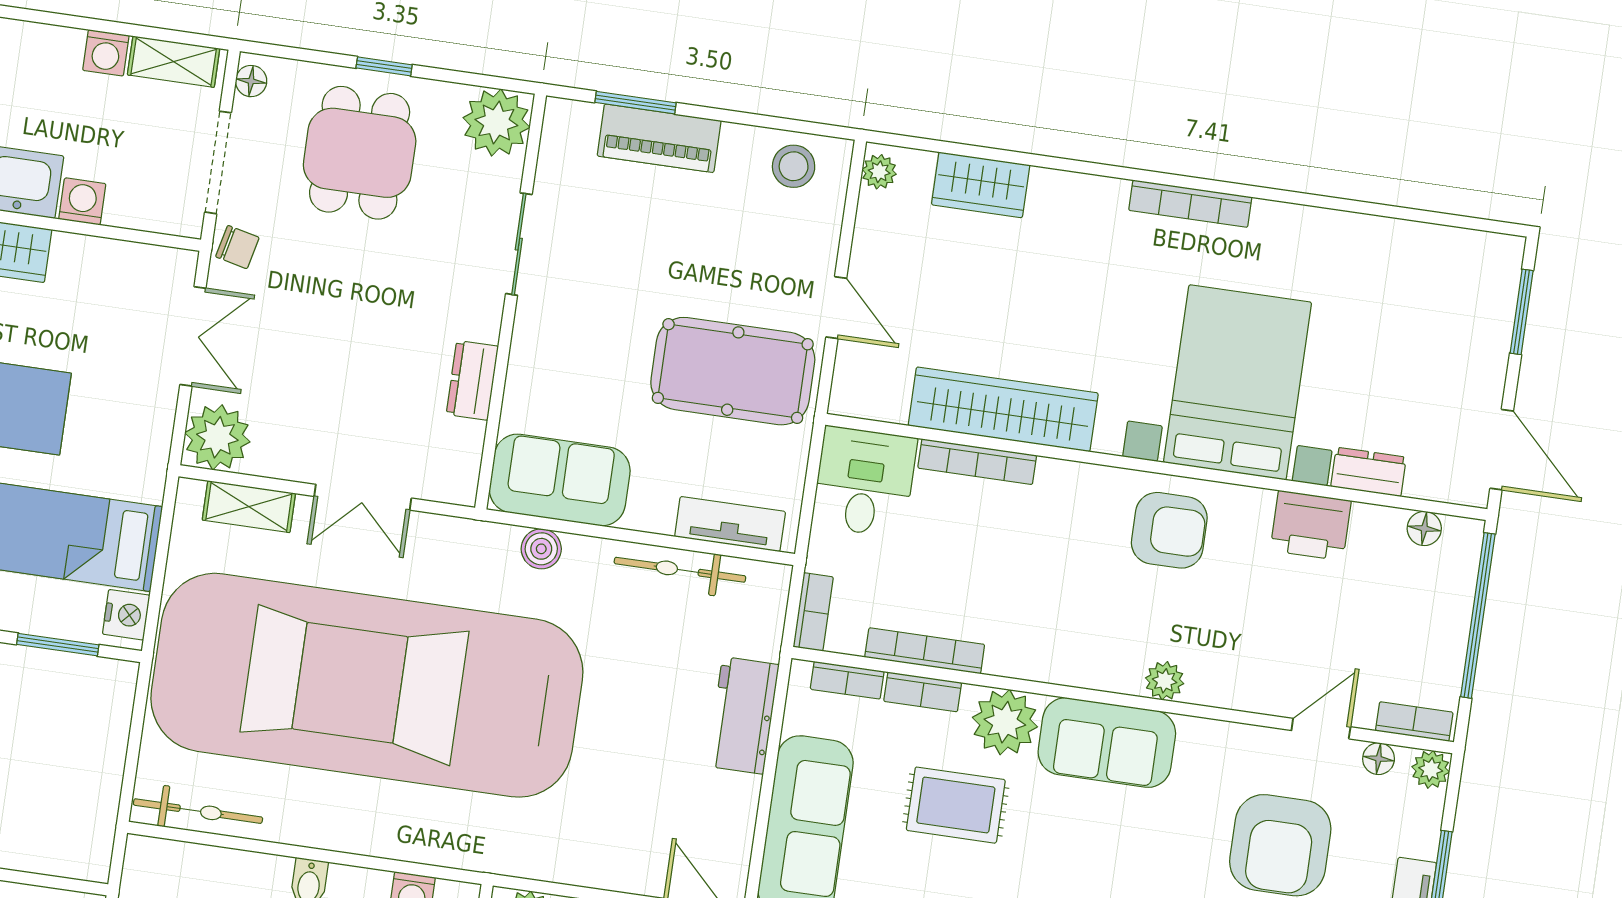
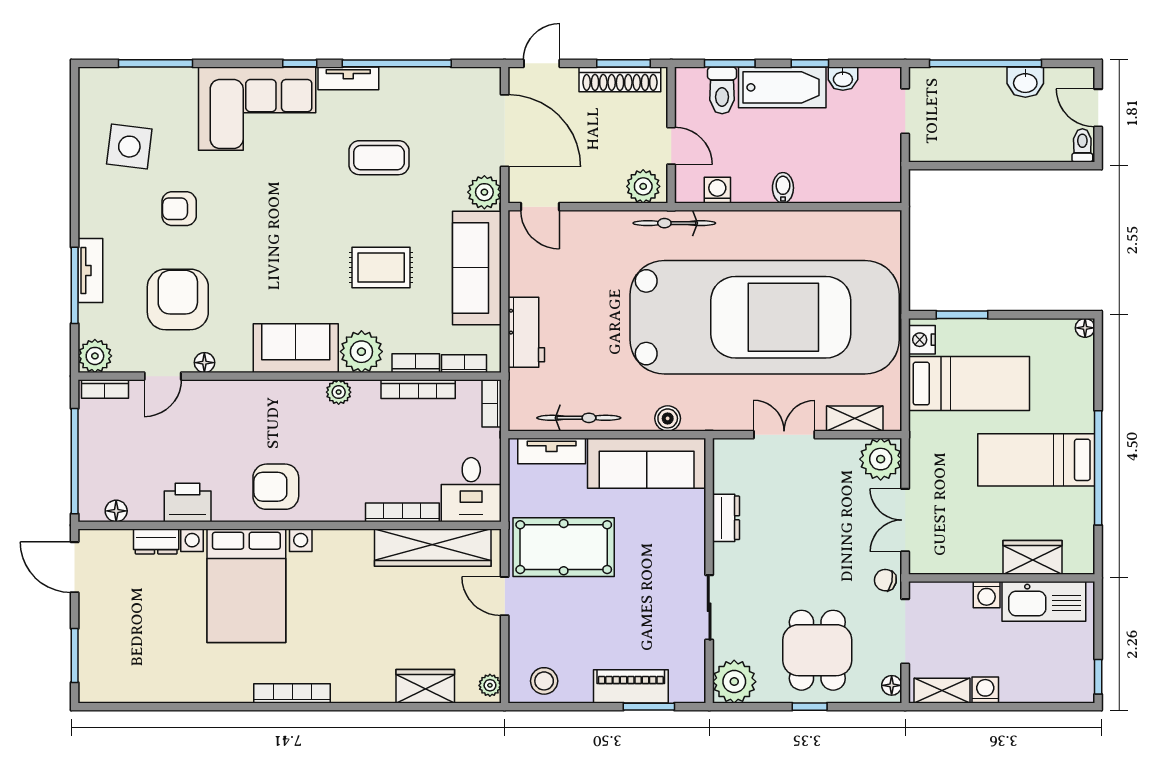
wardrobe: (1003, 409) -> (433, 548), moved
sofa: (560, 480) -> (647, 463), width x1.36
plant: (1165, 681) -> (339, 392), moved
floor lamp: (1379, 759) -> (204, 363), moved
plant: (1431, 769) -> (95, 356), width x1.38, depth x1.38
rug: (956, 805) -> (381, 267), moved
bicycle: (198, 811) -> (674, 223), moved

